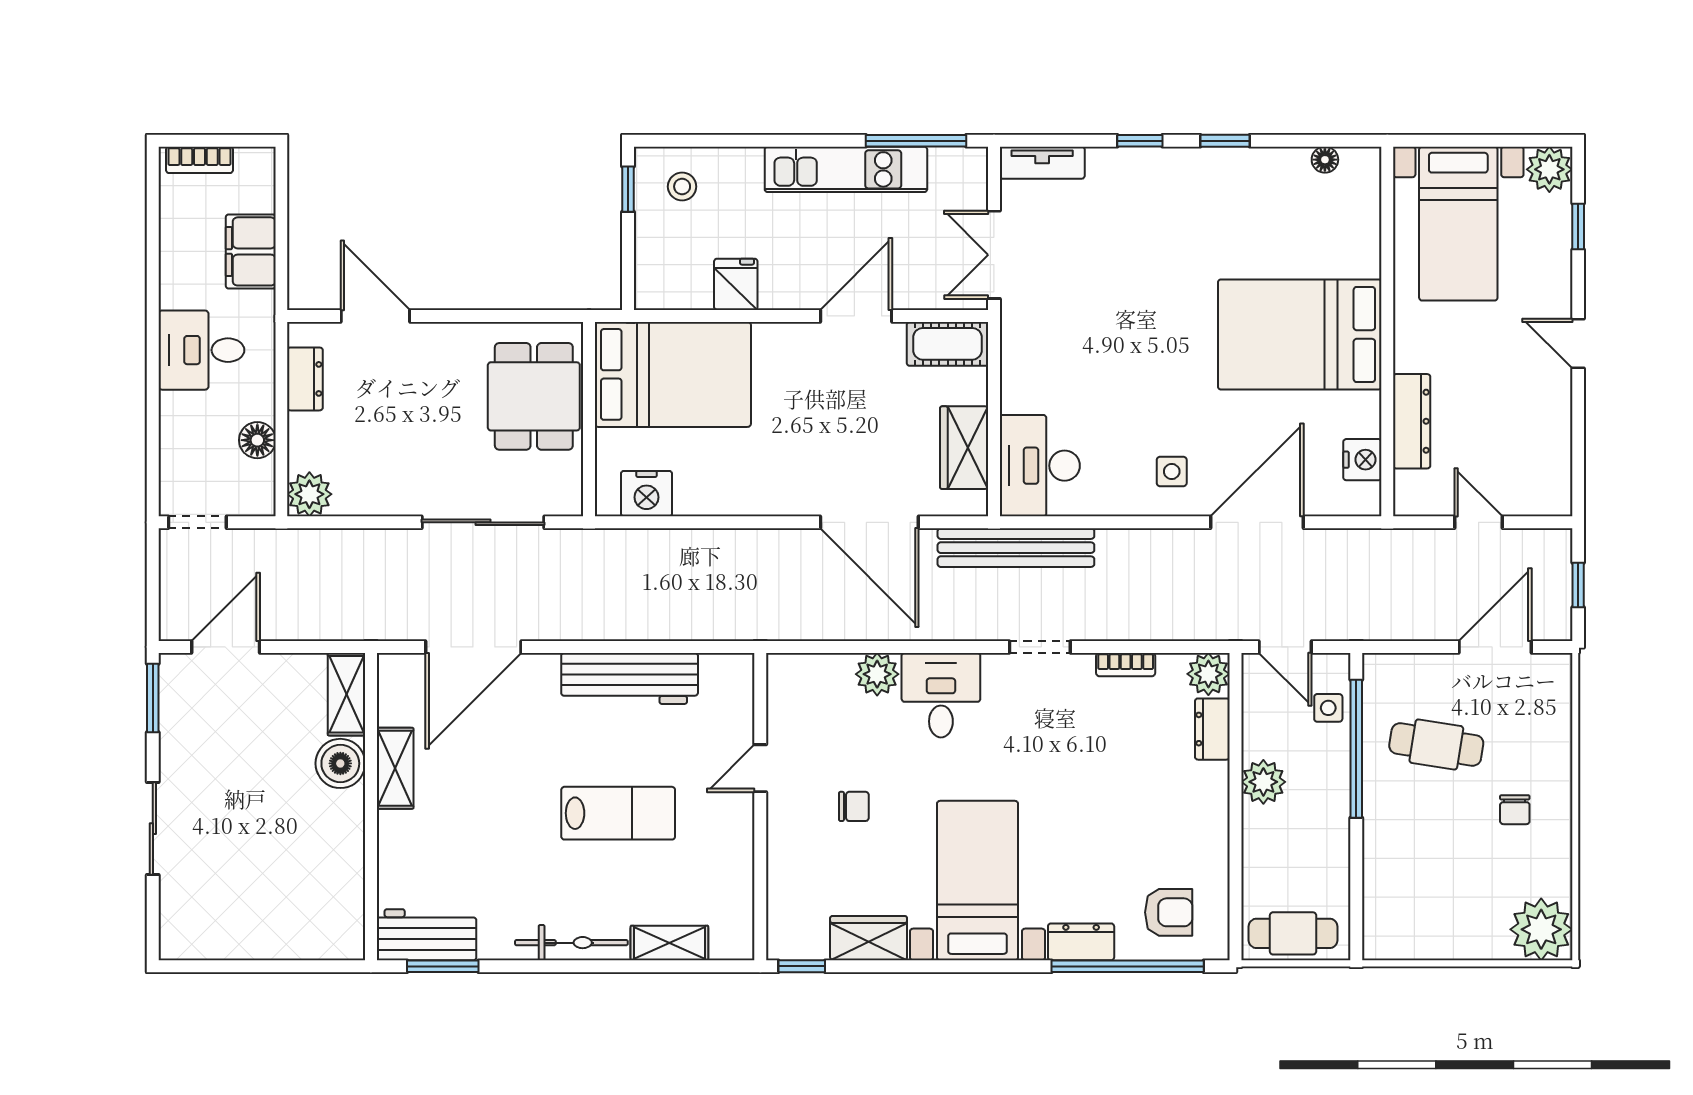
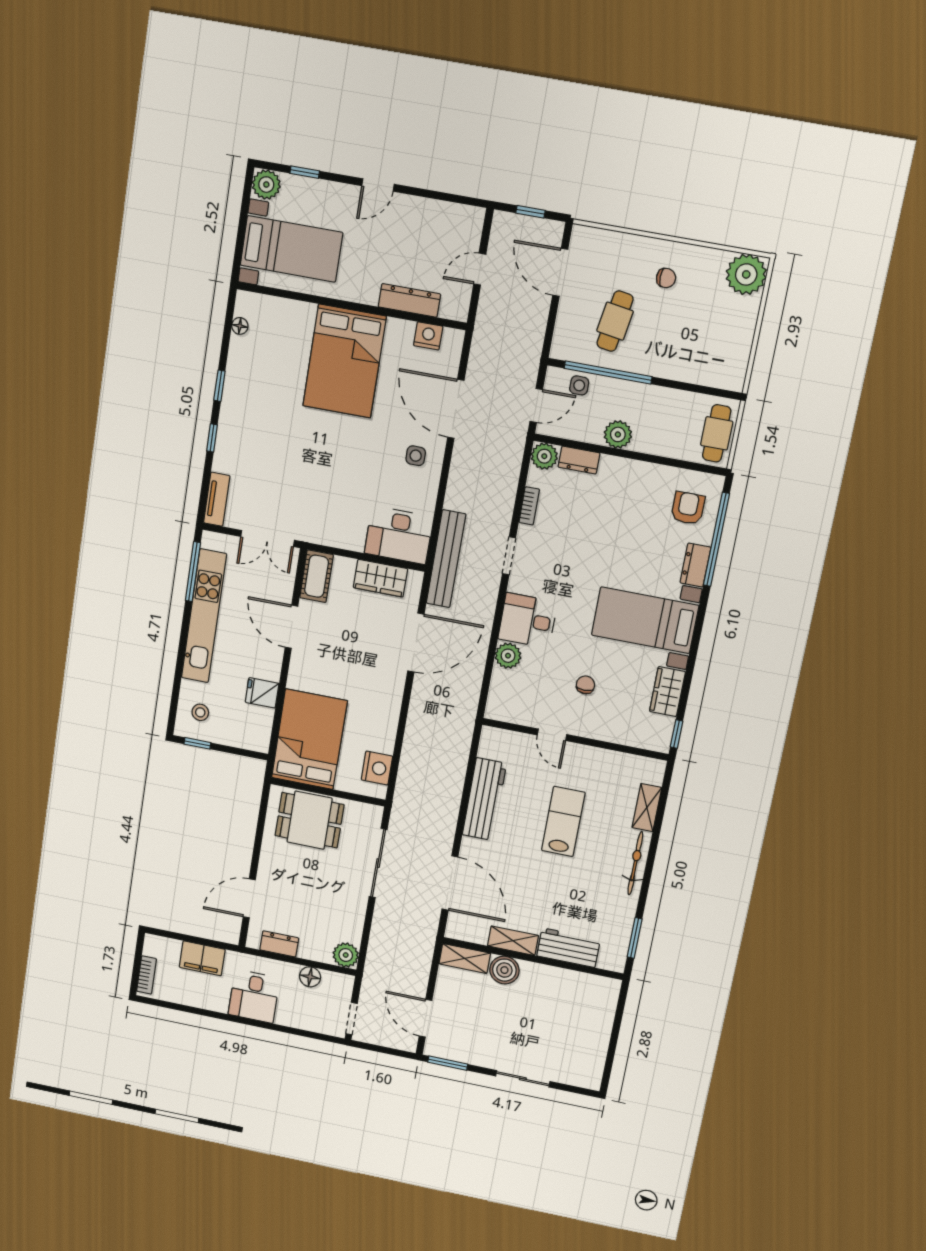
kitchen unit: (846, 169) -> (204, 616), width x1.36
workbench: (426, 935) -> (568, 948), moved, turned 90

